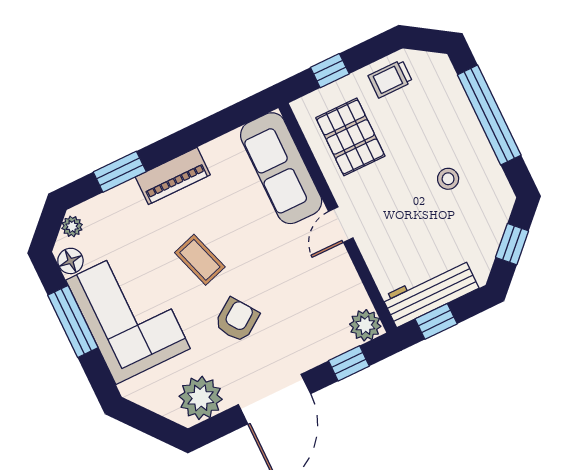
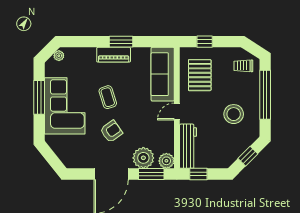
trolley: (390, 79) -> (243, 66), moved
window: (120, 172) -> (121, 42), moved
stool: (448, 179) -> (234, 114), width x1.89, depth x1.89
floor lamp: (70, 261) -> (51, 70), removed
workbench: (430, 292) -> (188, 146), moved, turned 90
window: (349, 363) -> (151, 174), width x1.50
plant: (201, 398) -> (143, 158), moved

